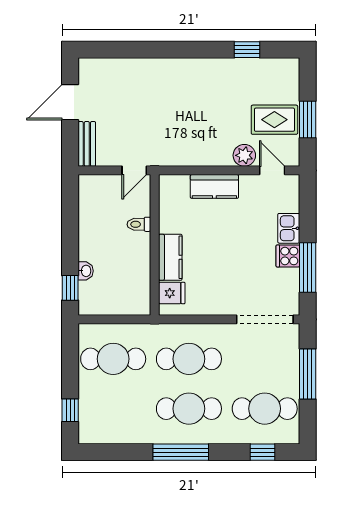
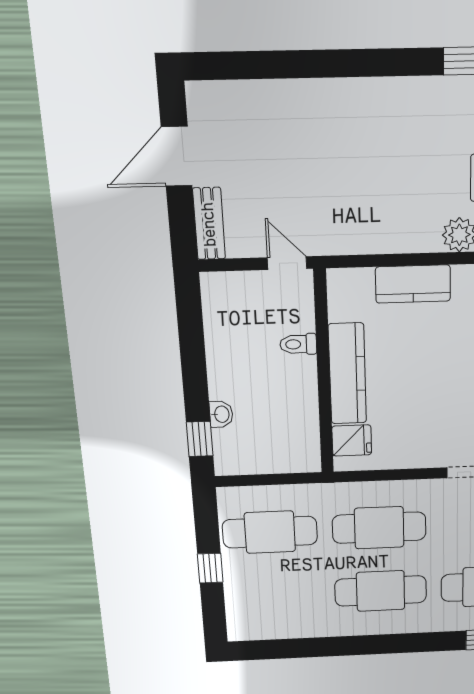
door: (134, 170) -> (287, 263), swing flipped
kitchen counter: (170, 257) -> (347, 374), width x1.50
window: (70, 410) -> (210, 568), moved
window: (181, 452) -> (371, 645), removed

